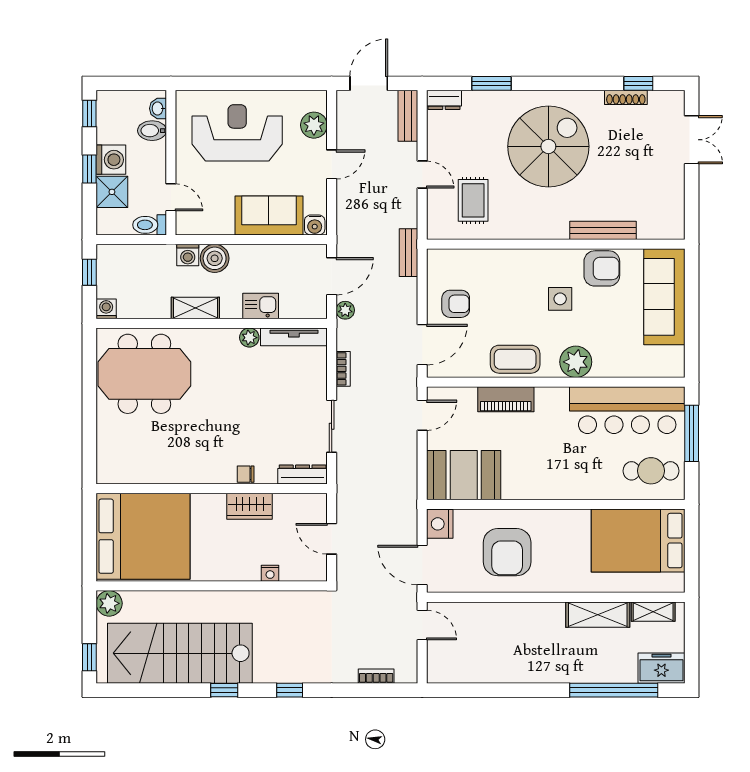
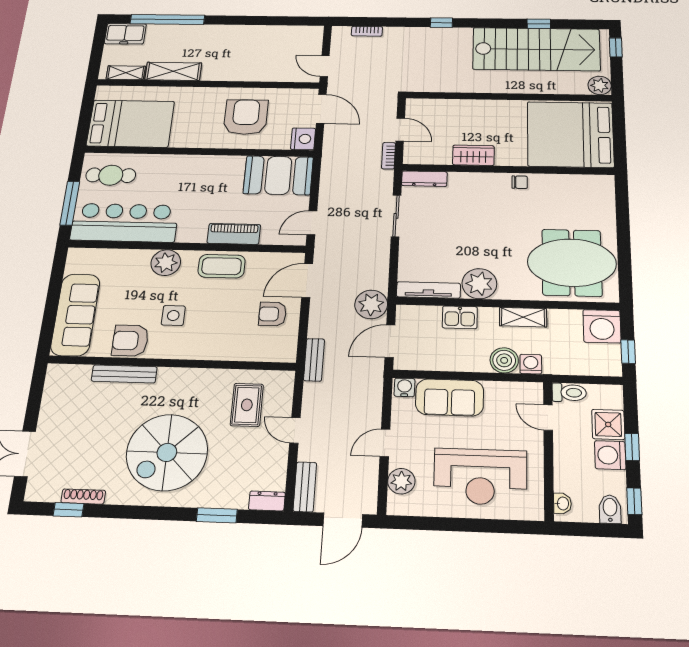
bidet: (152, 131) -> (610, 509), moved, turned -90
washing machine: (106, 309) -> (602, 326), width x1.89, depth x1.89
plant: (345, 310) -> (371, 304), width x1.87, depth x1.87
plant: (249, 338) -> (479, 284), width x1.88, depth x1.88
bookcase: (343, 369) -> (389, 156), moved
chair: (246, 474) -> (520, 182), moved
nightstand: (270, 573) -> (456, 105), removed
window: (224, 690) -> (539, 24), moved

